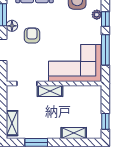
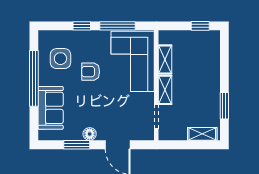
plant: (97, 15) -> (77, 36), removed
armchair: (32, 35) -> (91, 72), moved
shelving: (74, 133) -> (165, 60), moved

